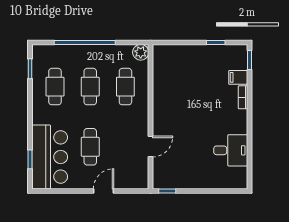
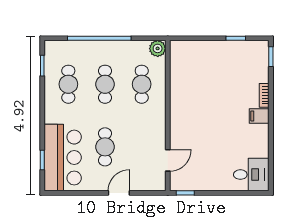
filing cabinet: (238, 77) -> (259, 116), moved
door: (151, 147) -> (168, 160), moved
desk: (231, 150) -> (251, 175), moved

